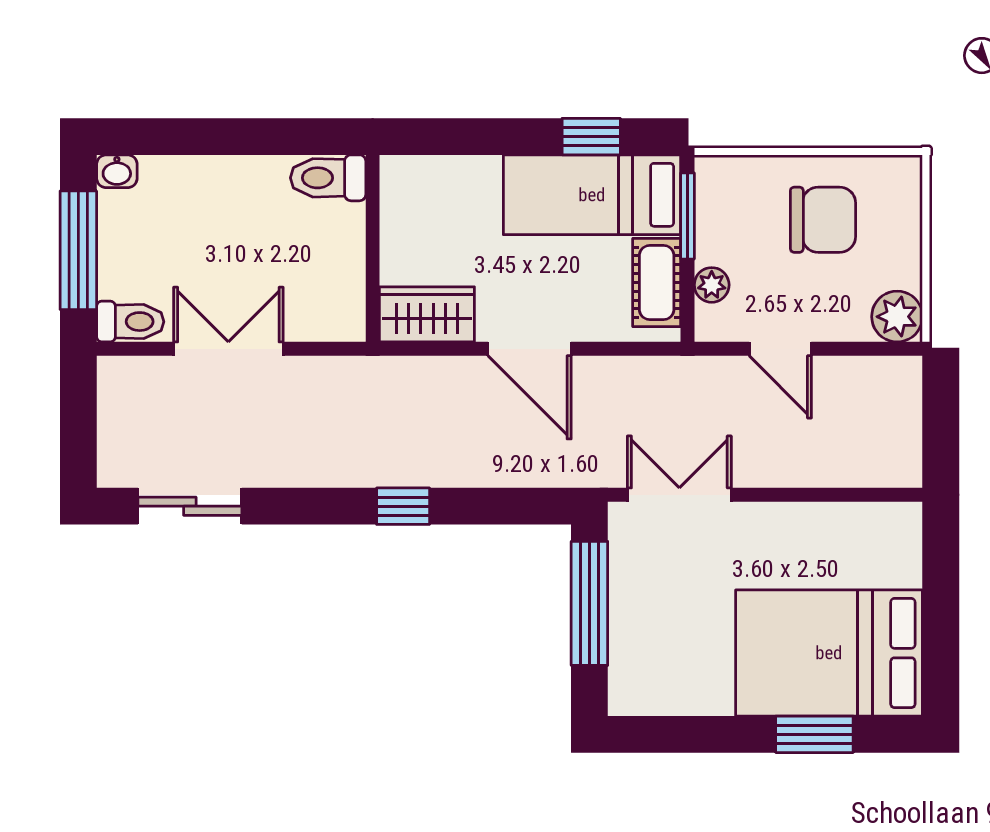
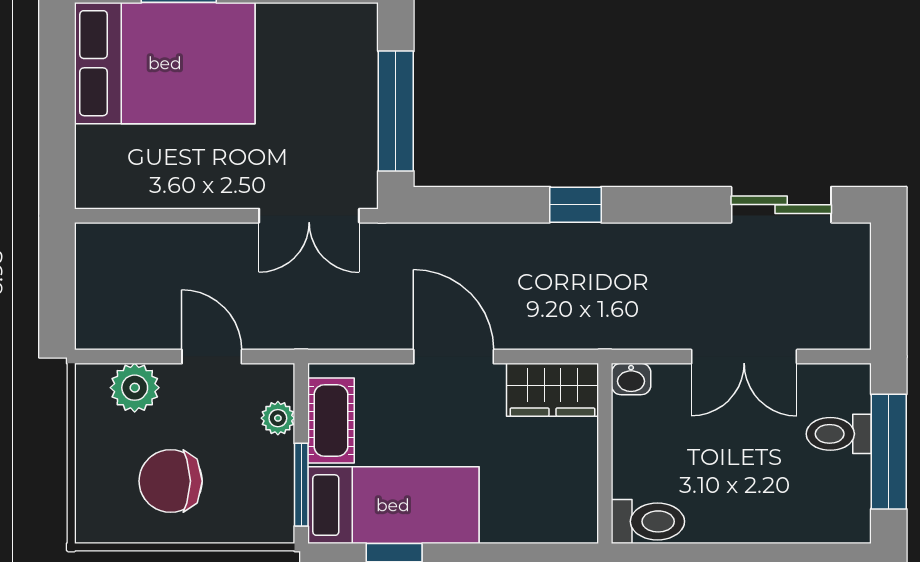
washbasin: (117, 171) -> (631, 379), moved, turned 180
plant: (897, 317) -> (135, 388), moved
toilet: (130, 322) -> (839, 434), moved

